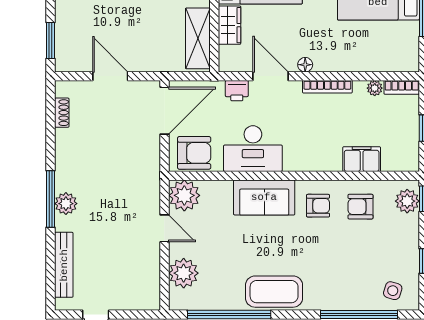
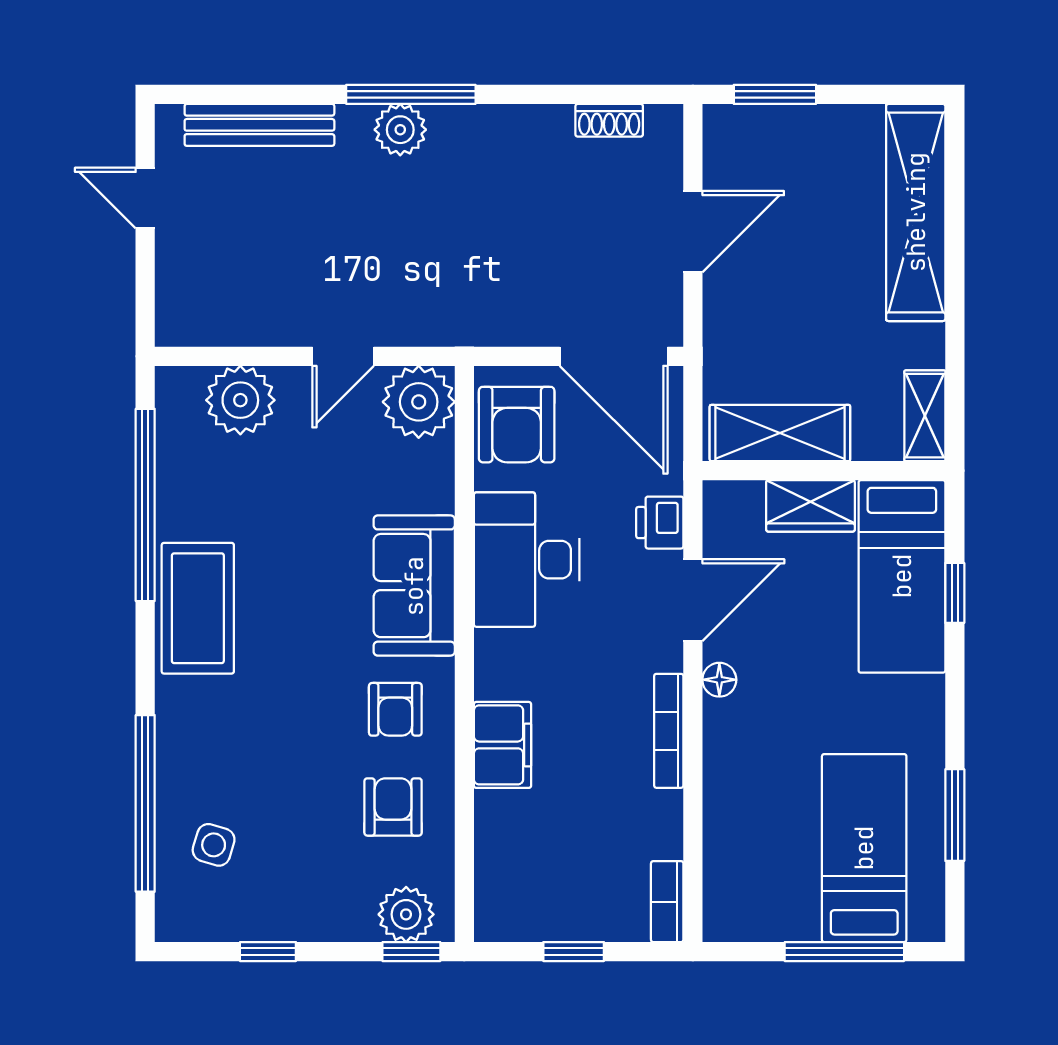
plant: (375, 88) -> (666, 840), removed
filing cabinet: (362, 159) -> (502, 745), moved
side table: (393, 291) -> (214, 845), moved

